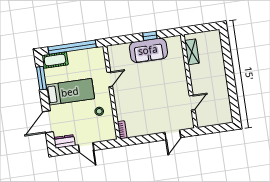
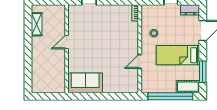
window: (150, 36) -> (97, 96), removed
sofa: (148, 50) -> (85, 83), moved
shelving: (192, 52) -> (37, 24), moved
door: (192, 103) -> (67, 42), moved

